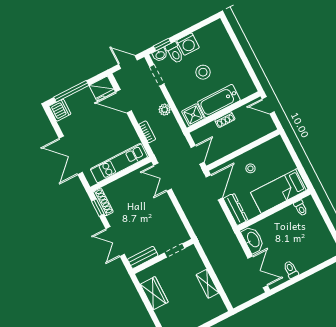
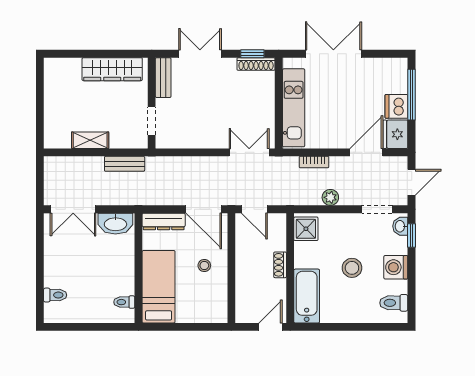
toilet: (175, 53) -> (394, 303), moved
bathtub: (219, 101) -> (307, 296), moved
dishwasher: (60, 110) -> (396, 106), moved, turned 90
bench: (211, 254) -> (125, 164), added
toilet: (291, 270) -> (55, 295), moved
wardrobe: (154, 293) -> (112, 69), width x1.50

